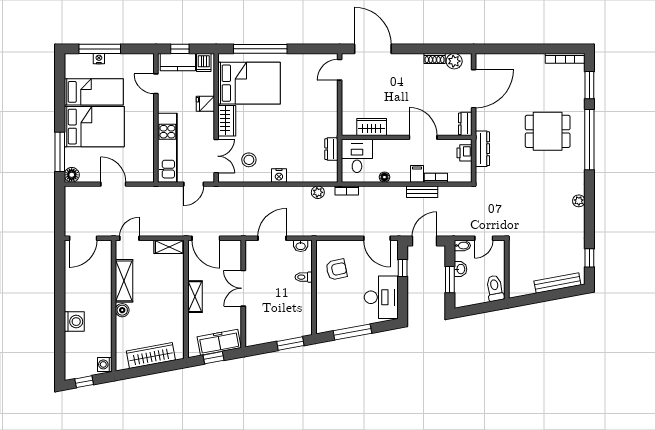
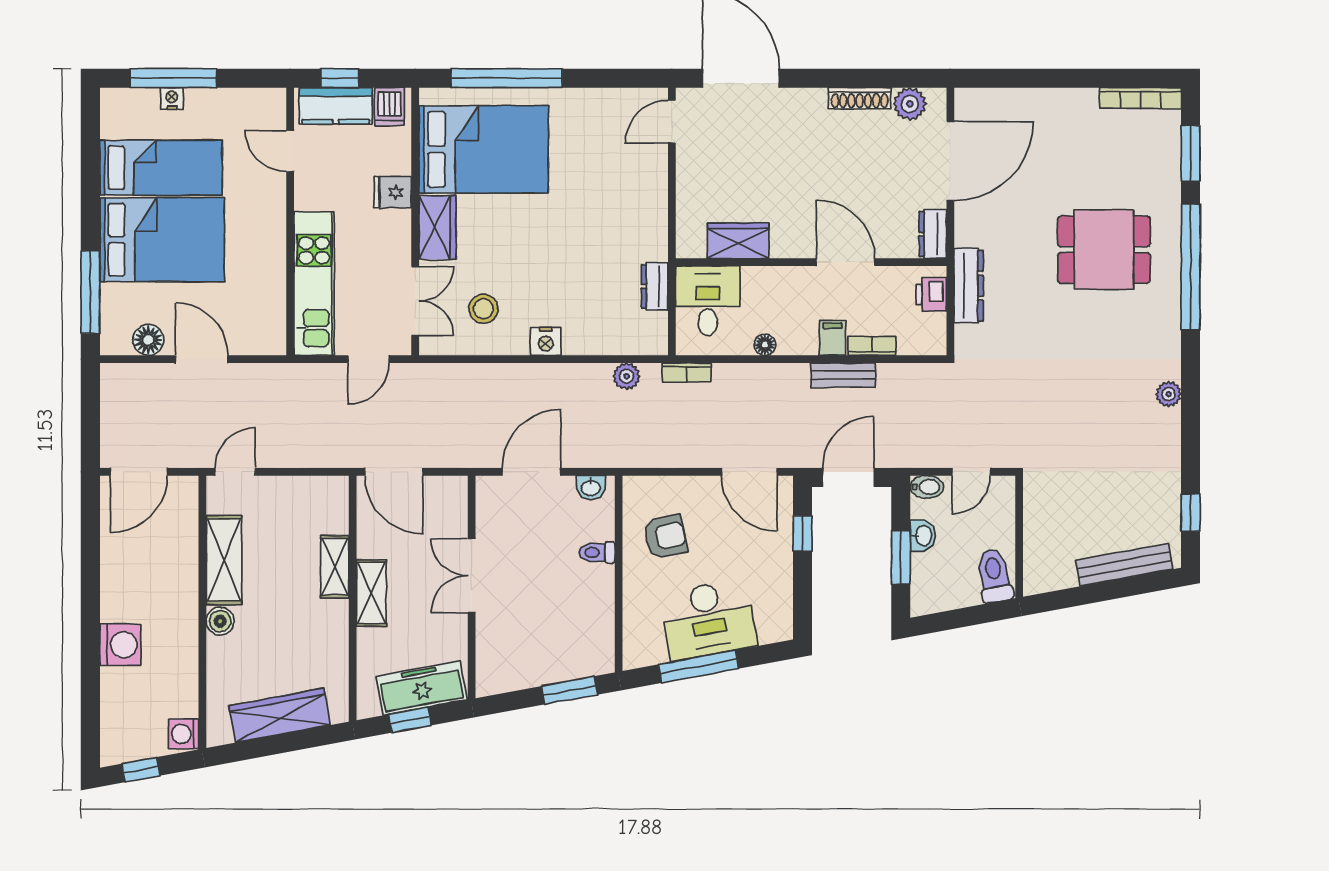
shoe rack: (435, 58) -> (860, 98), width x1.43
floor lamp: (72, 175) -> (148, 340), moved
shelving: (169, 247) -> (335, 567), moved, turned 90
desk: (381, 297) -> (708, 620), moved, turned 80

